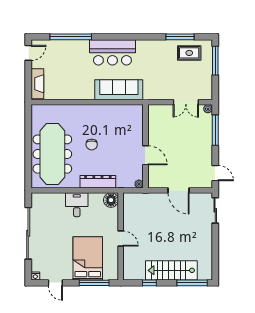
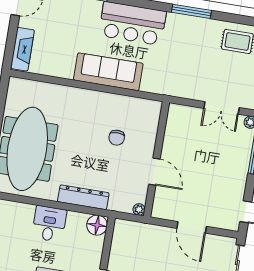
window: (180, 37) -> (191, 11), moved
sofa: (119, 90) -> (108, 72), moved
chair: (92, 145) -> (117, 138), moved

